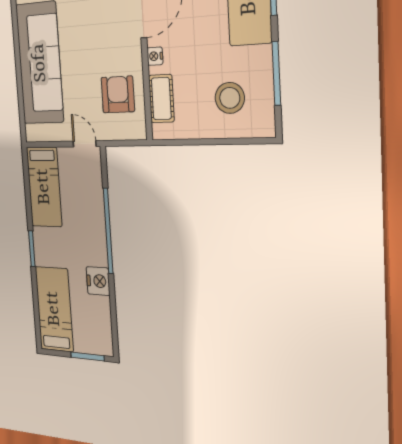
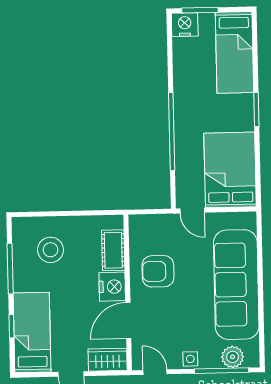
nightstand: (155, 56) -> (112, 287), width x1.89, depth x1.79
armchair: (118, 94) -> (158, 271), moved, turned 90
bed: (44, 187) -> (230, 170), width x1.50
nightstand: (98, 281) -> (185, 25), moved, turned 90

